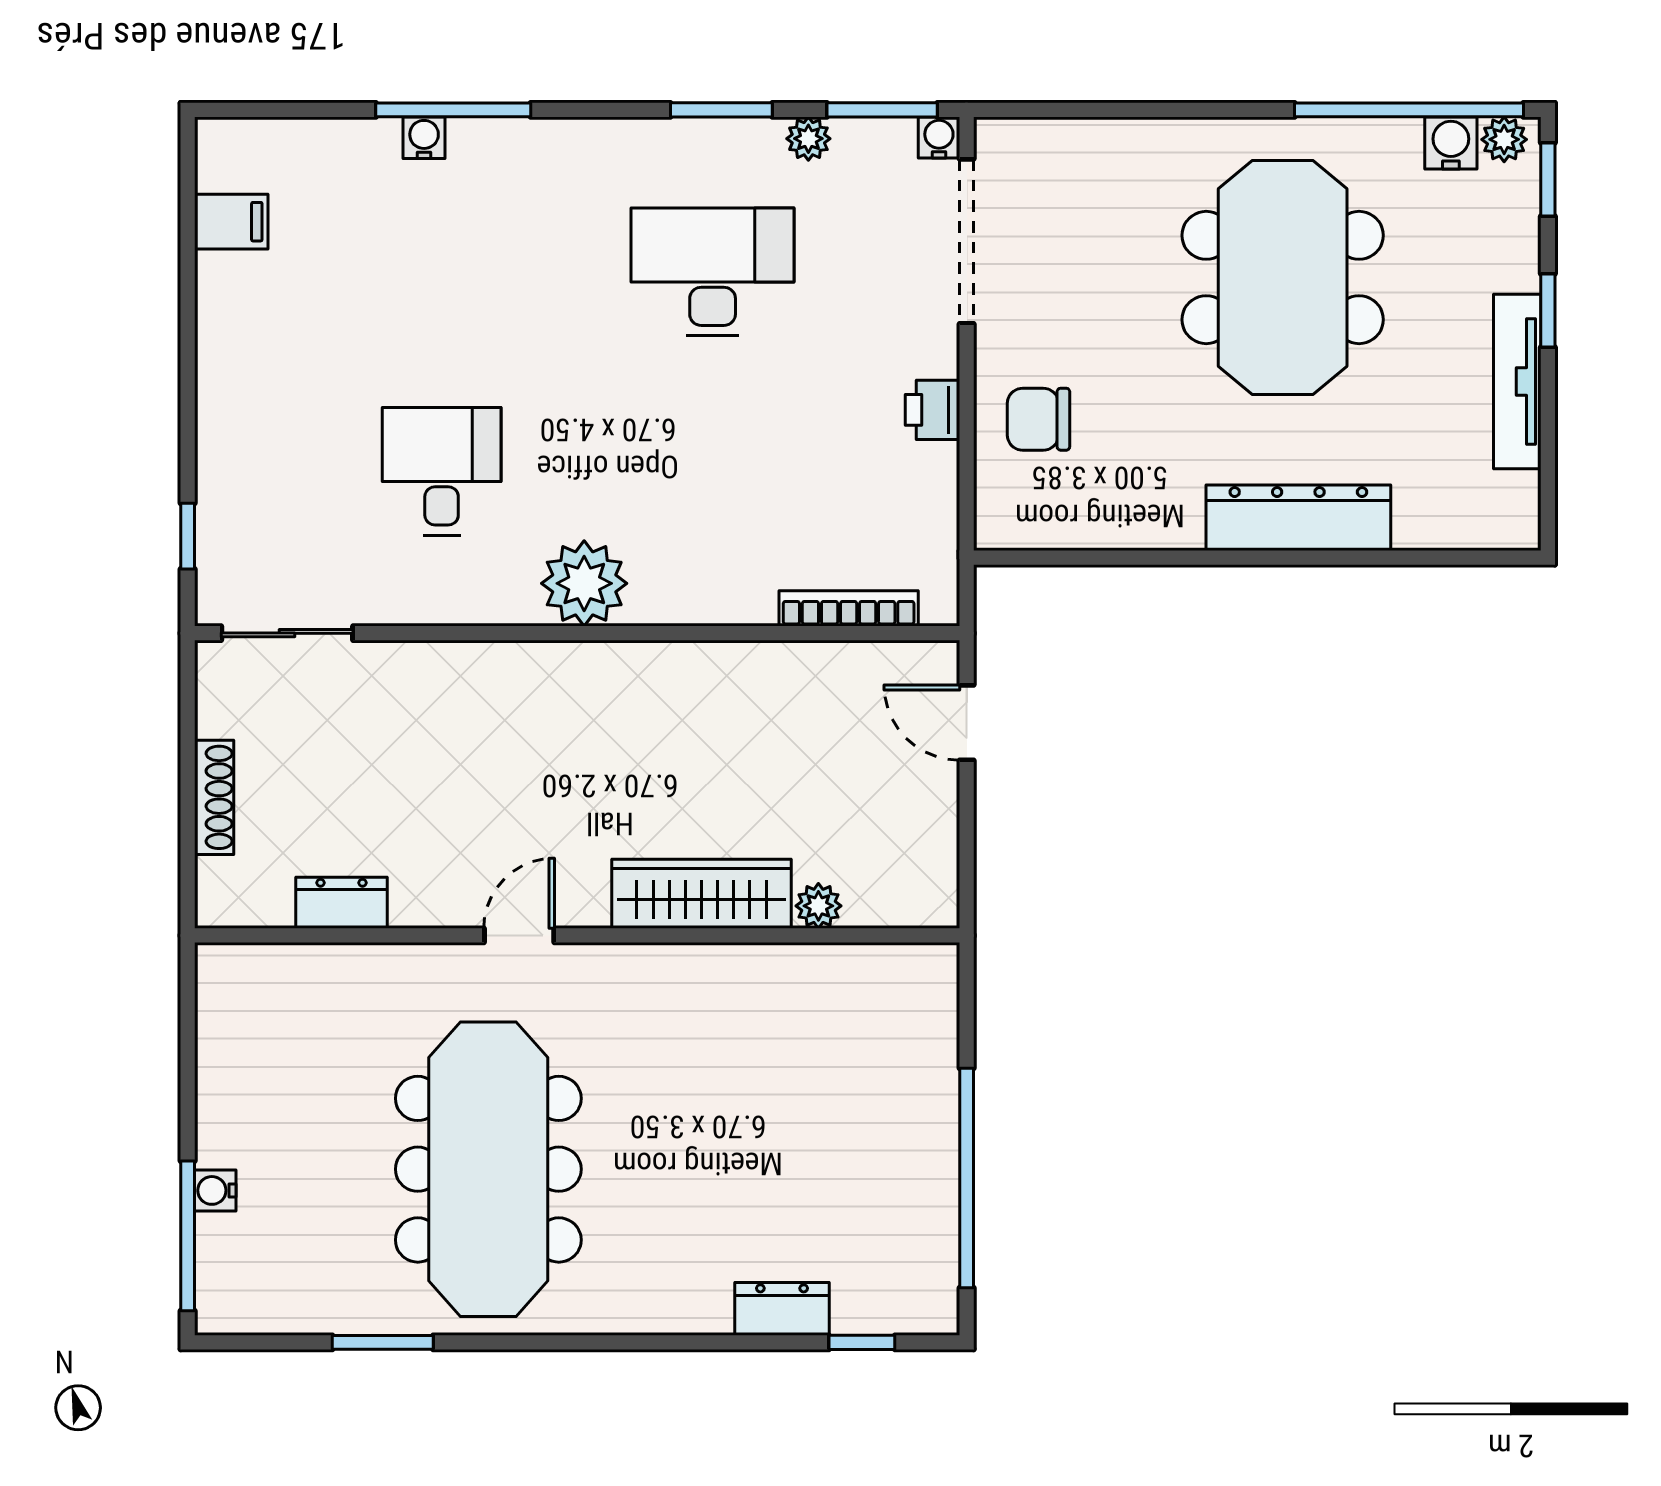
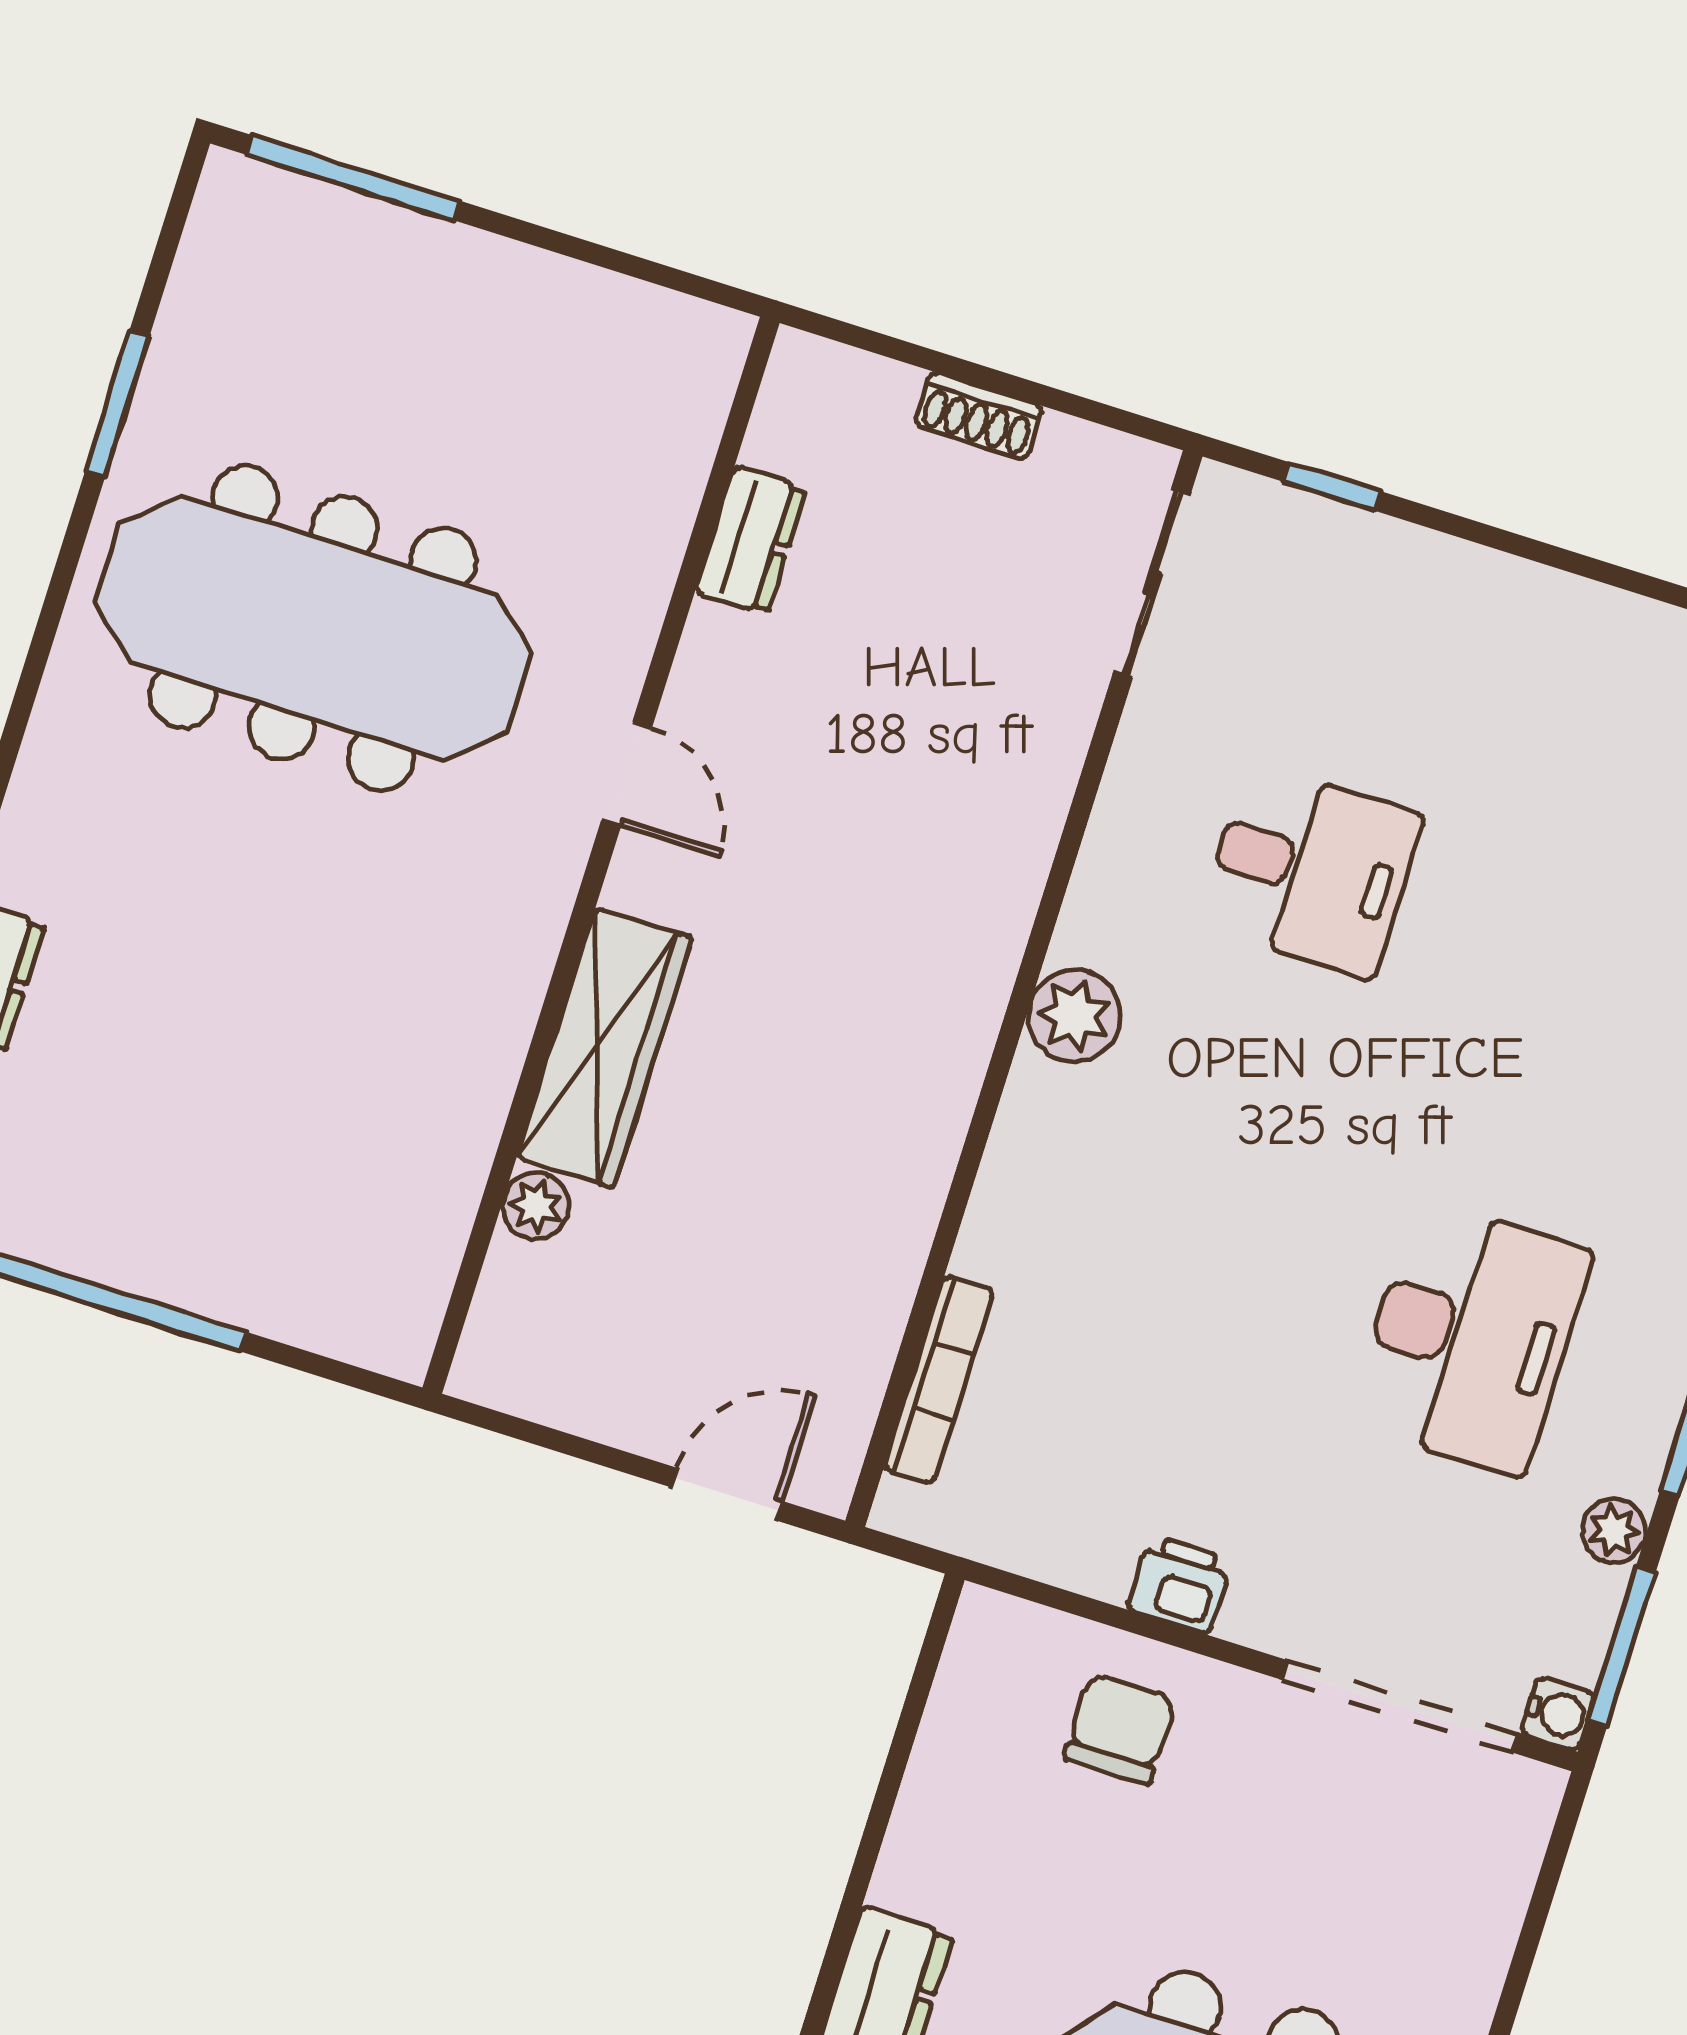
plant: (584, 583) -> (1075, 1015), width x0.73, depth x0.73
shoe rack: (214, 797) -> (978, 416), width x0.70
water cooler: (215, 1190) -> (404, 236), removed

